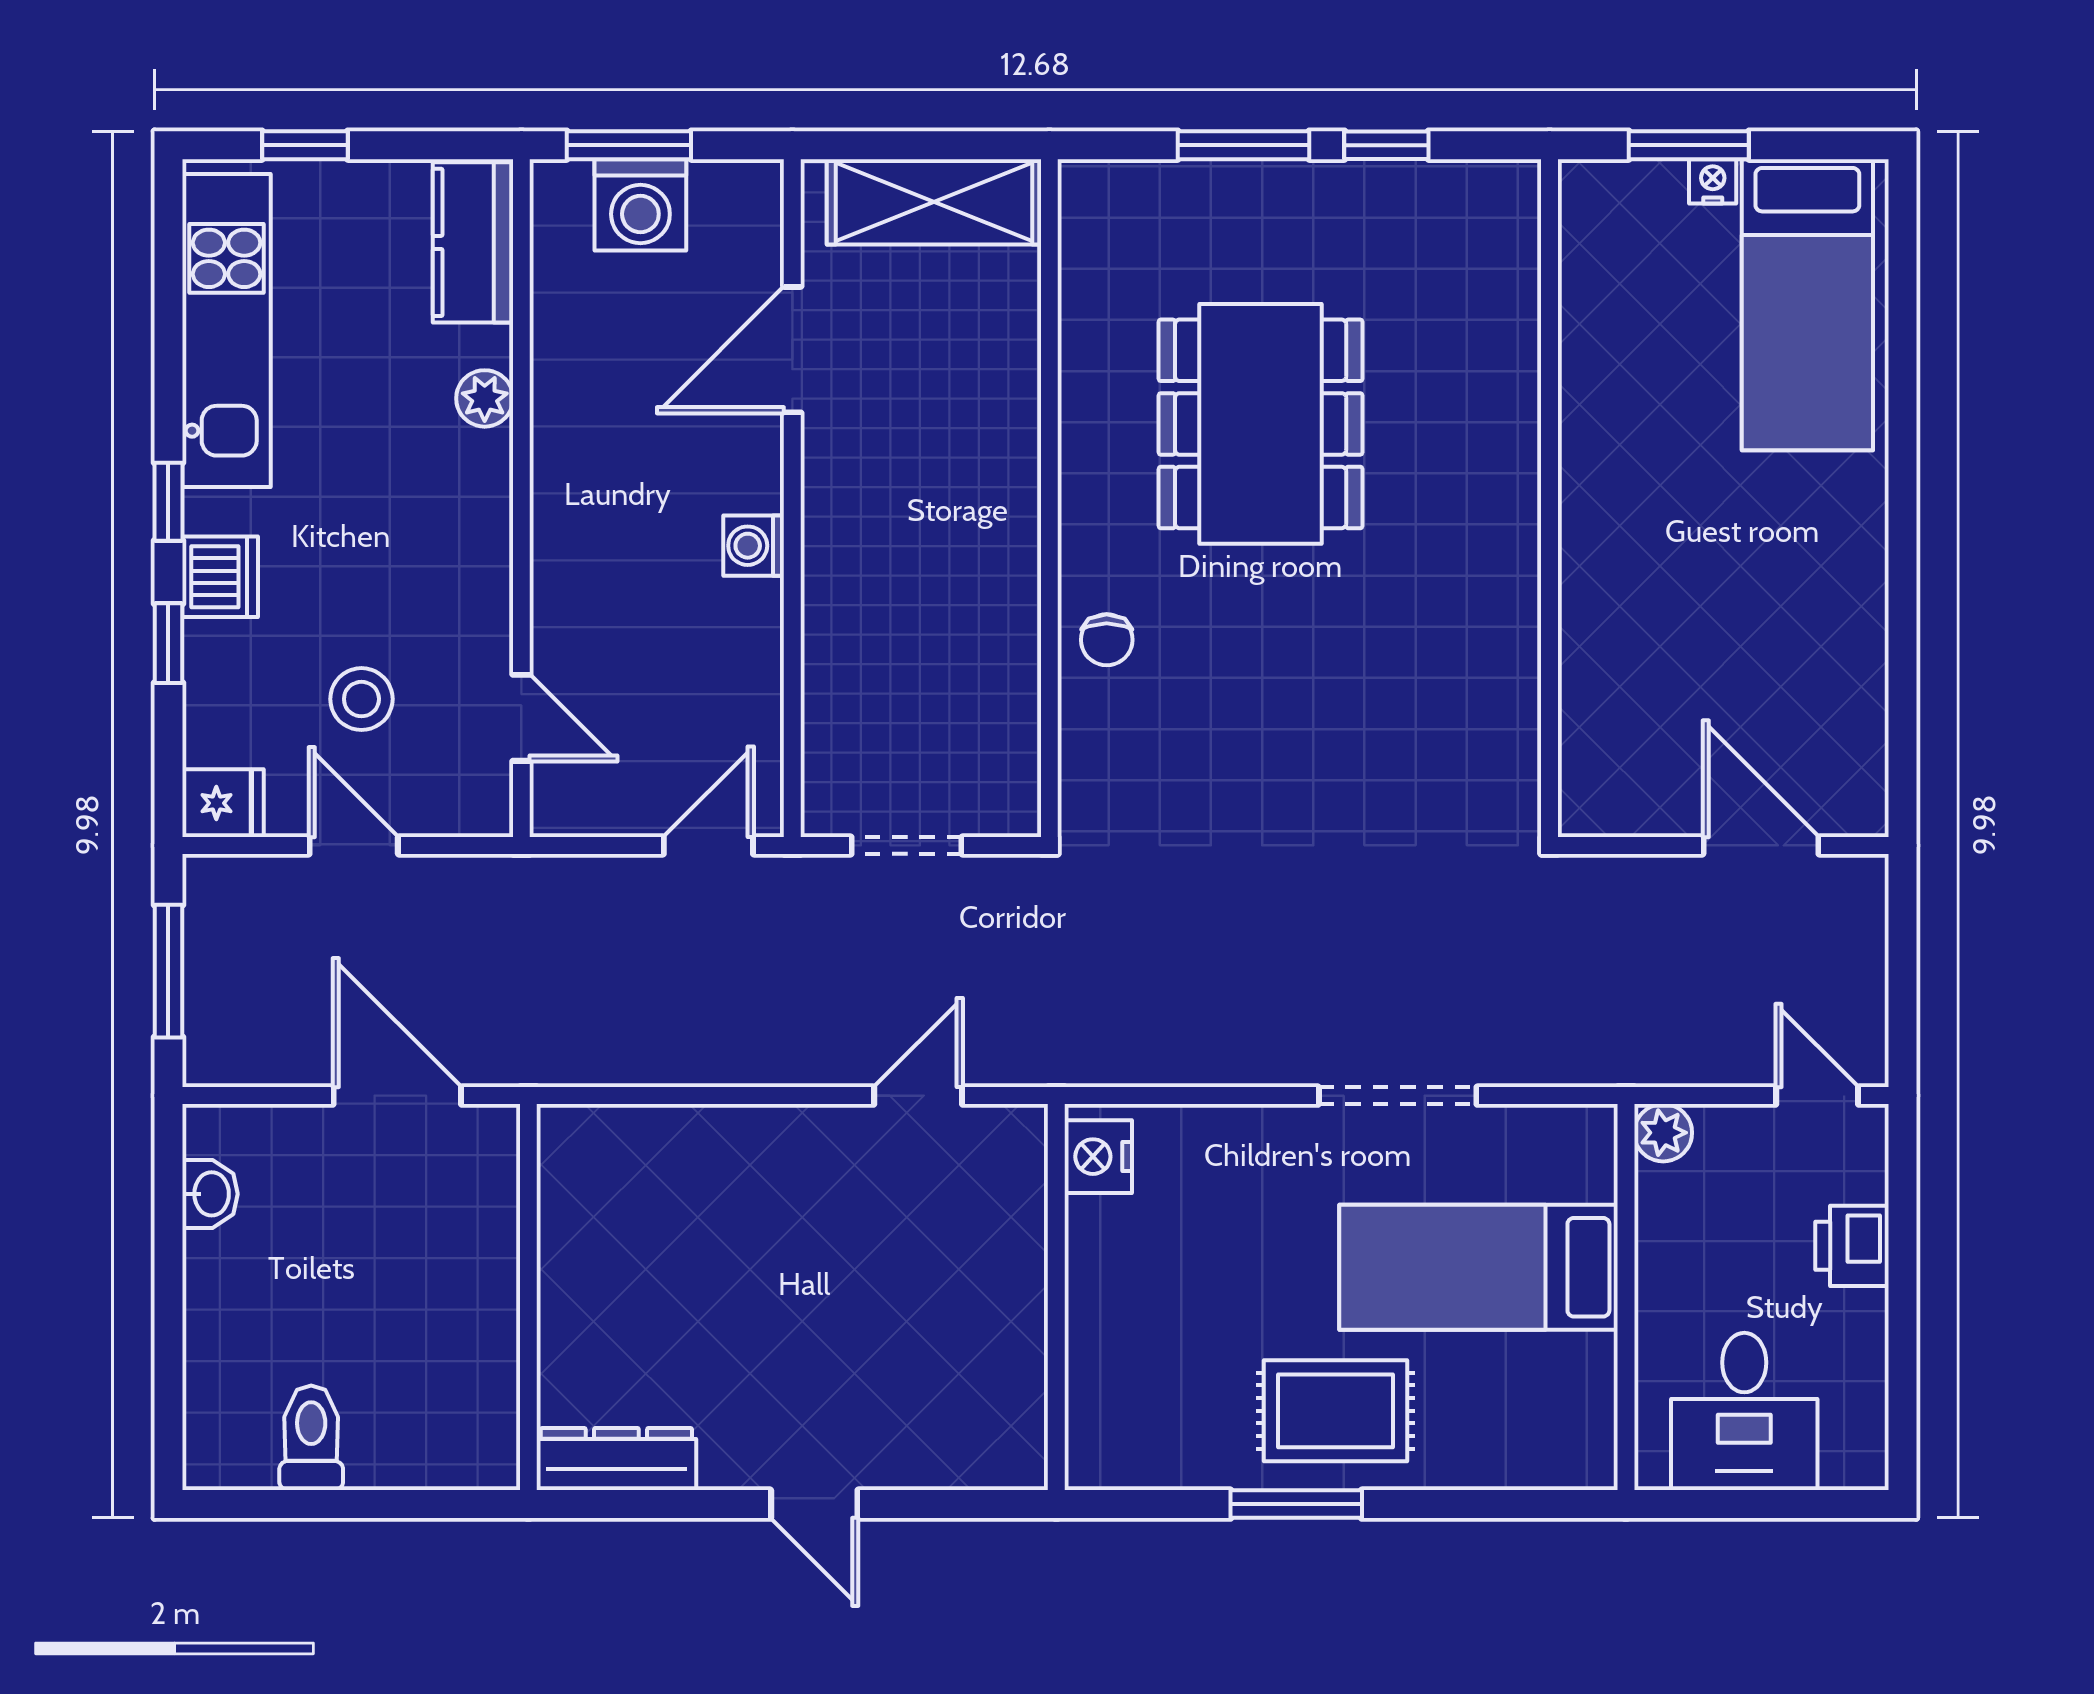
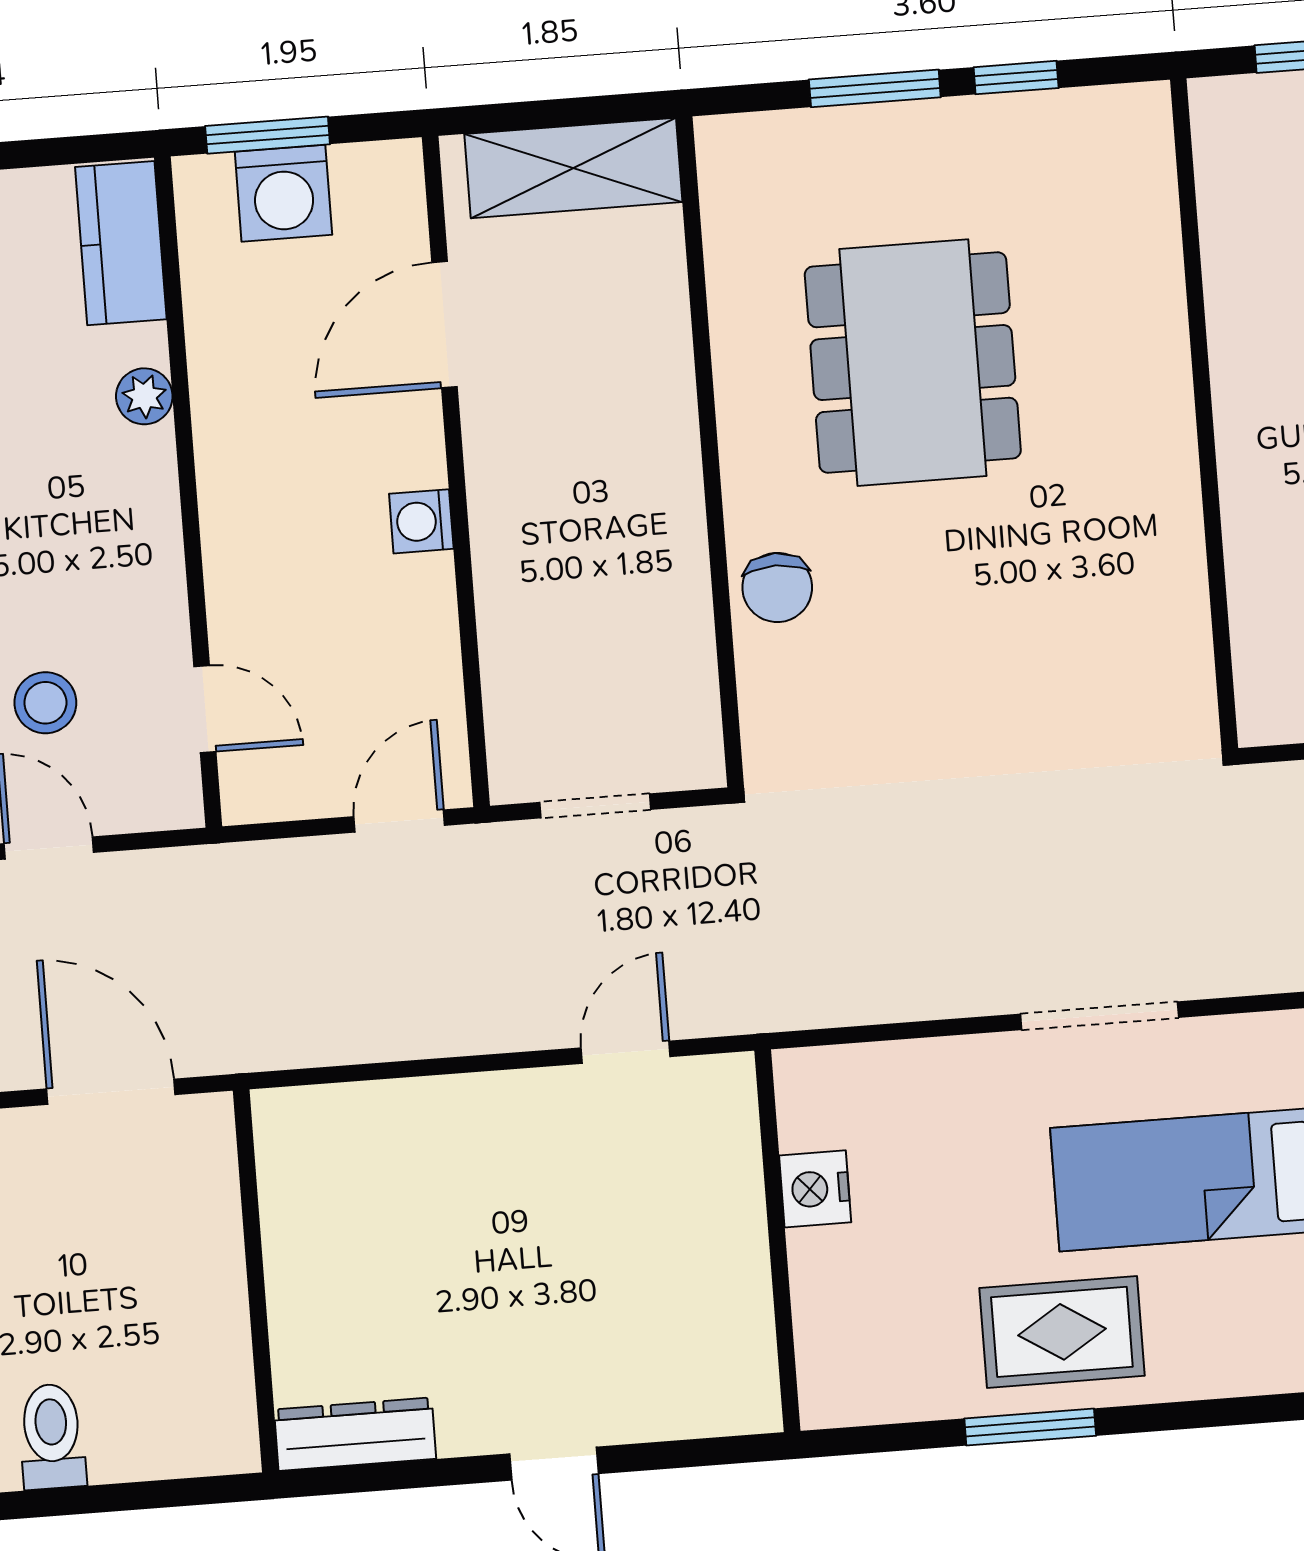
chair: (1107, 640) -> (777, 587), width x1.37, depth x1.37
nightstand: (1098, 1157) -> (815, 1189), moved

